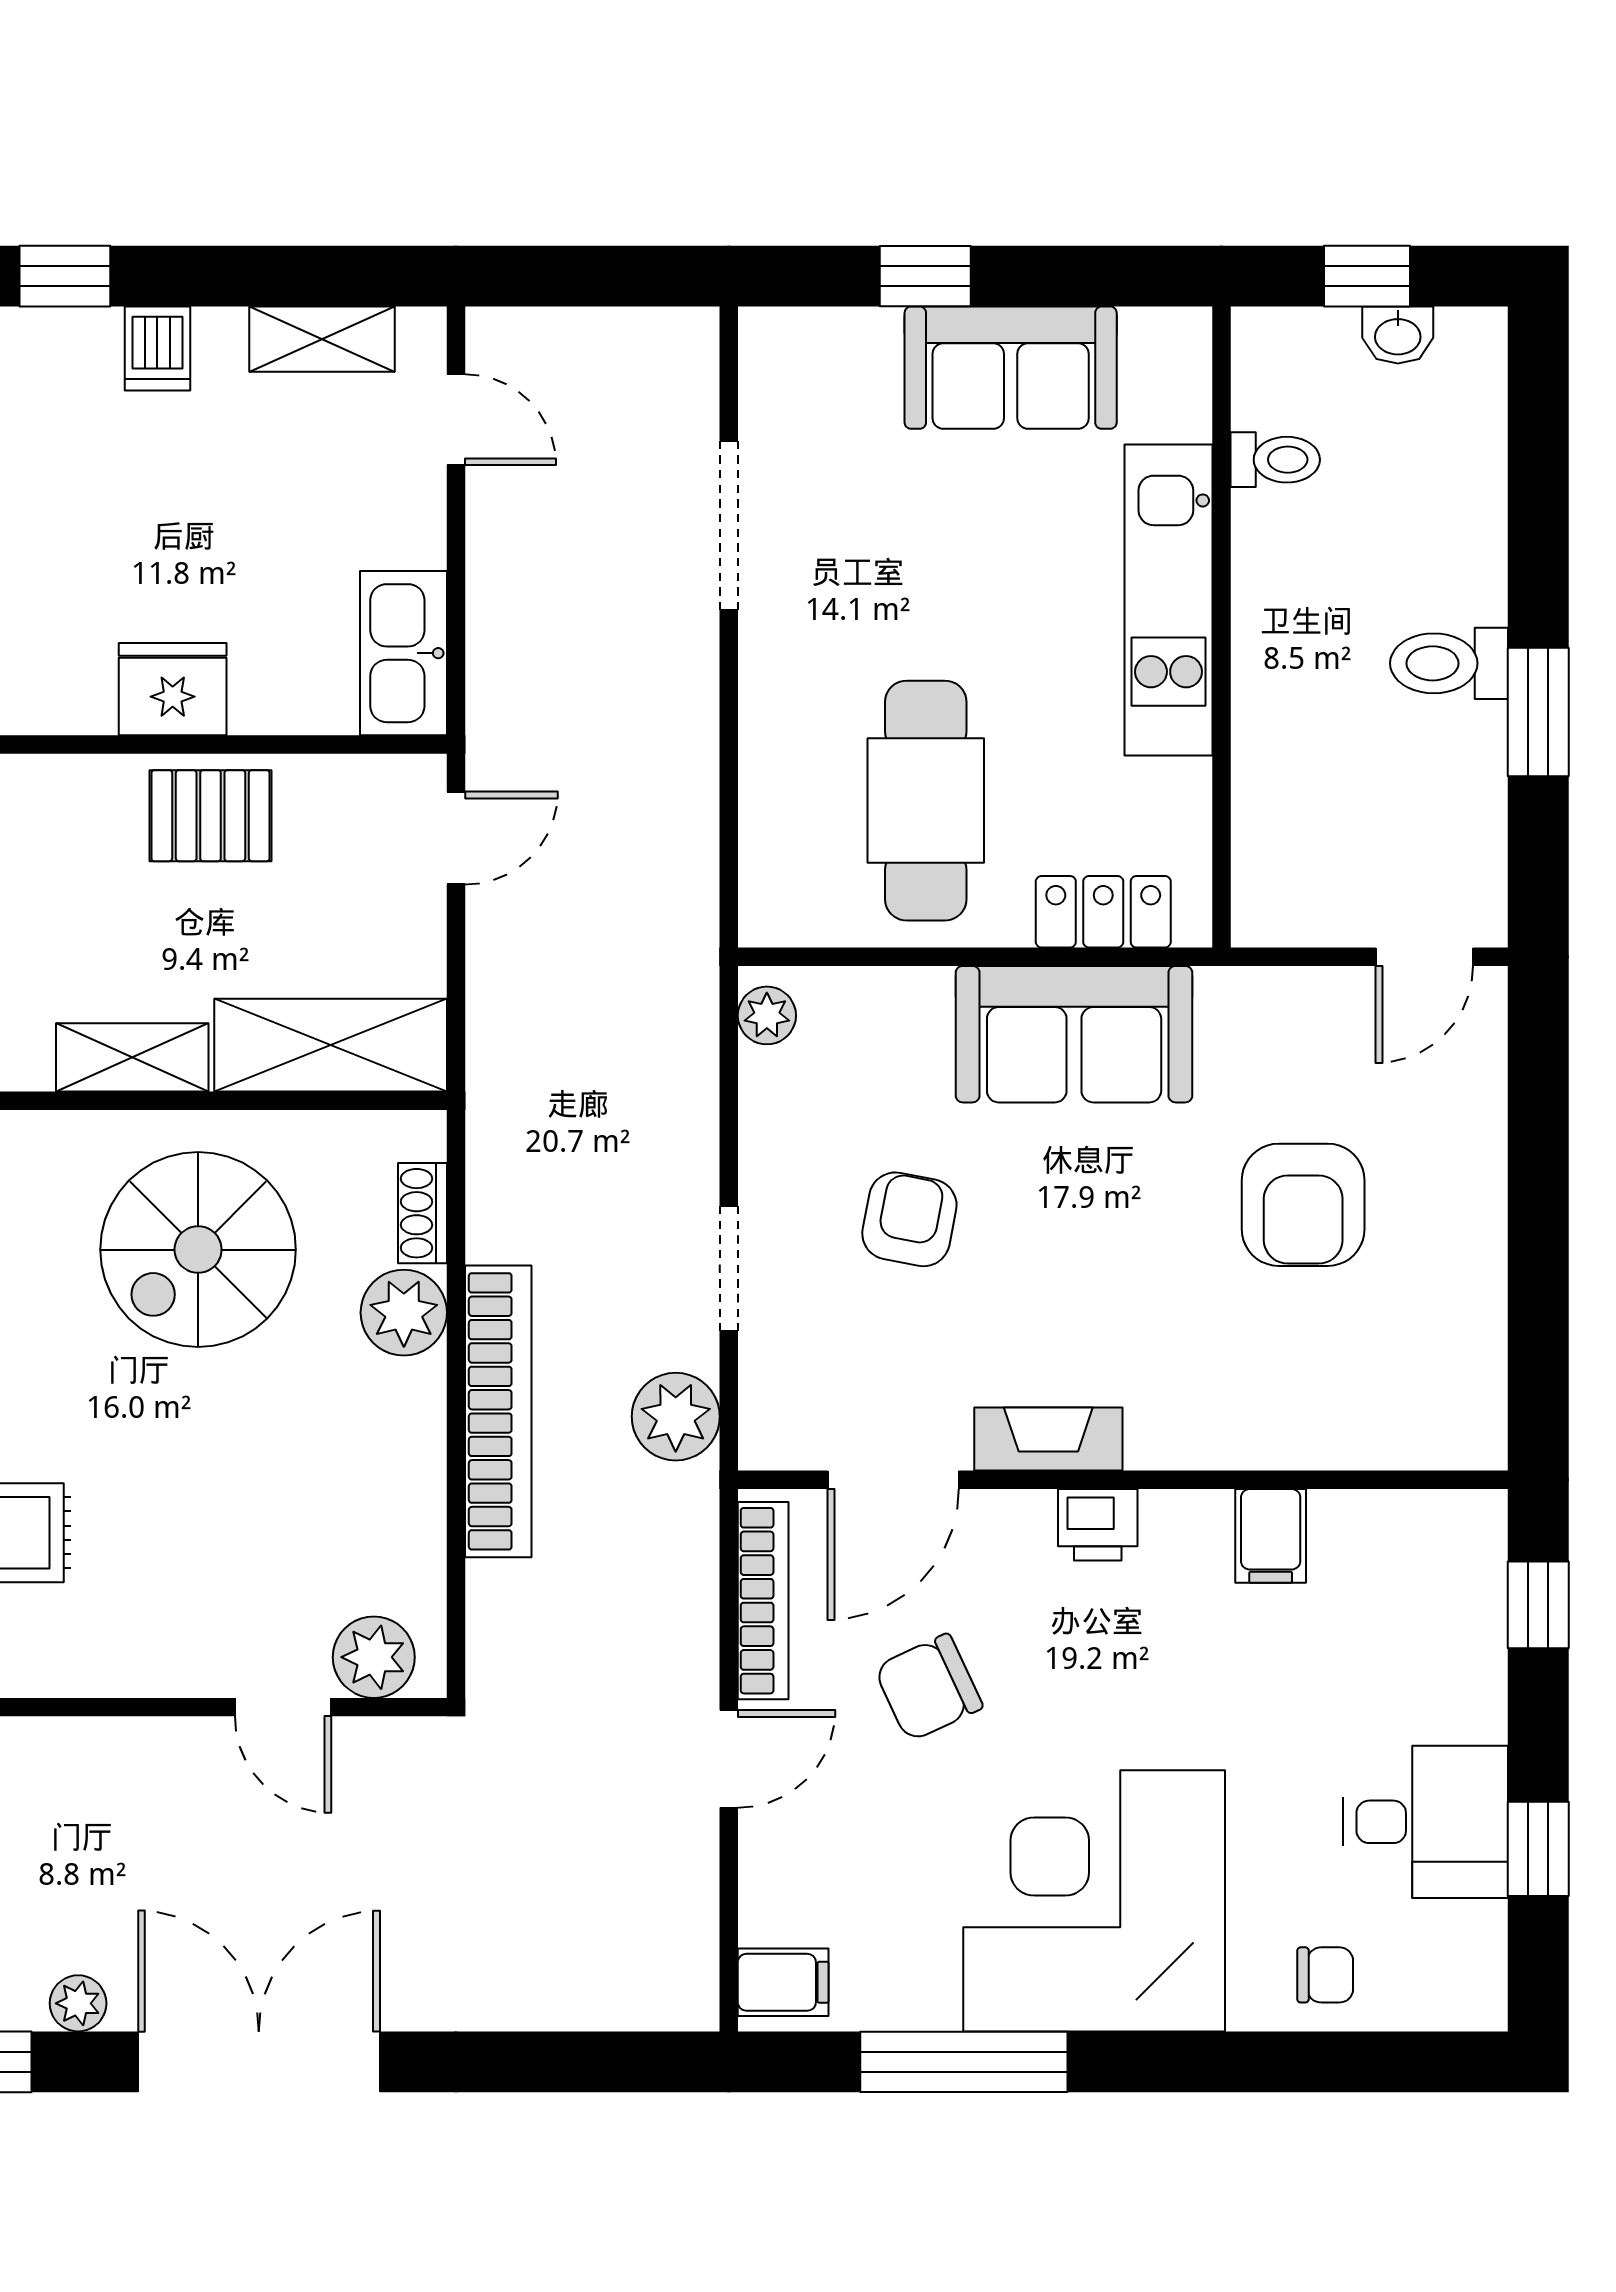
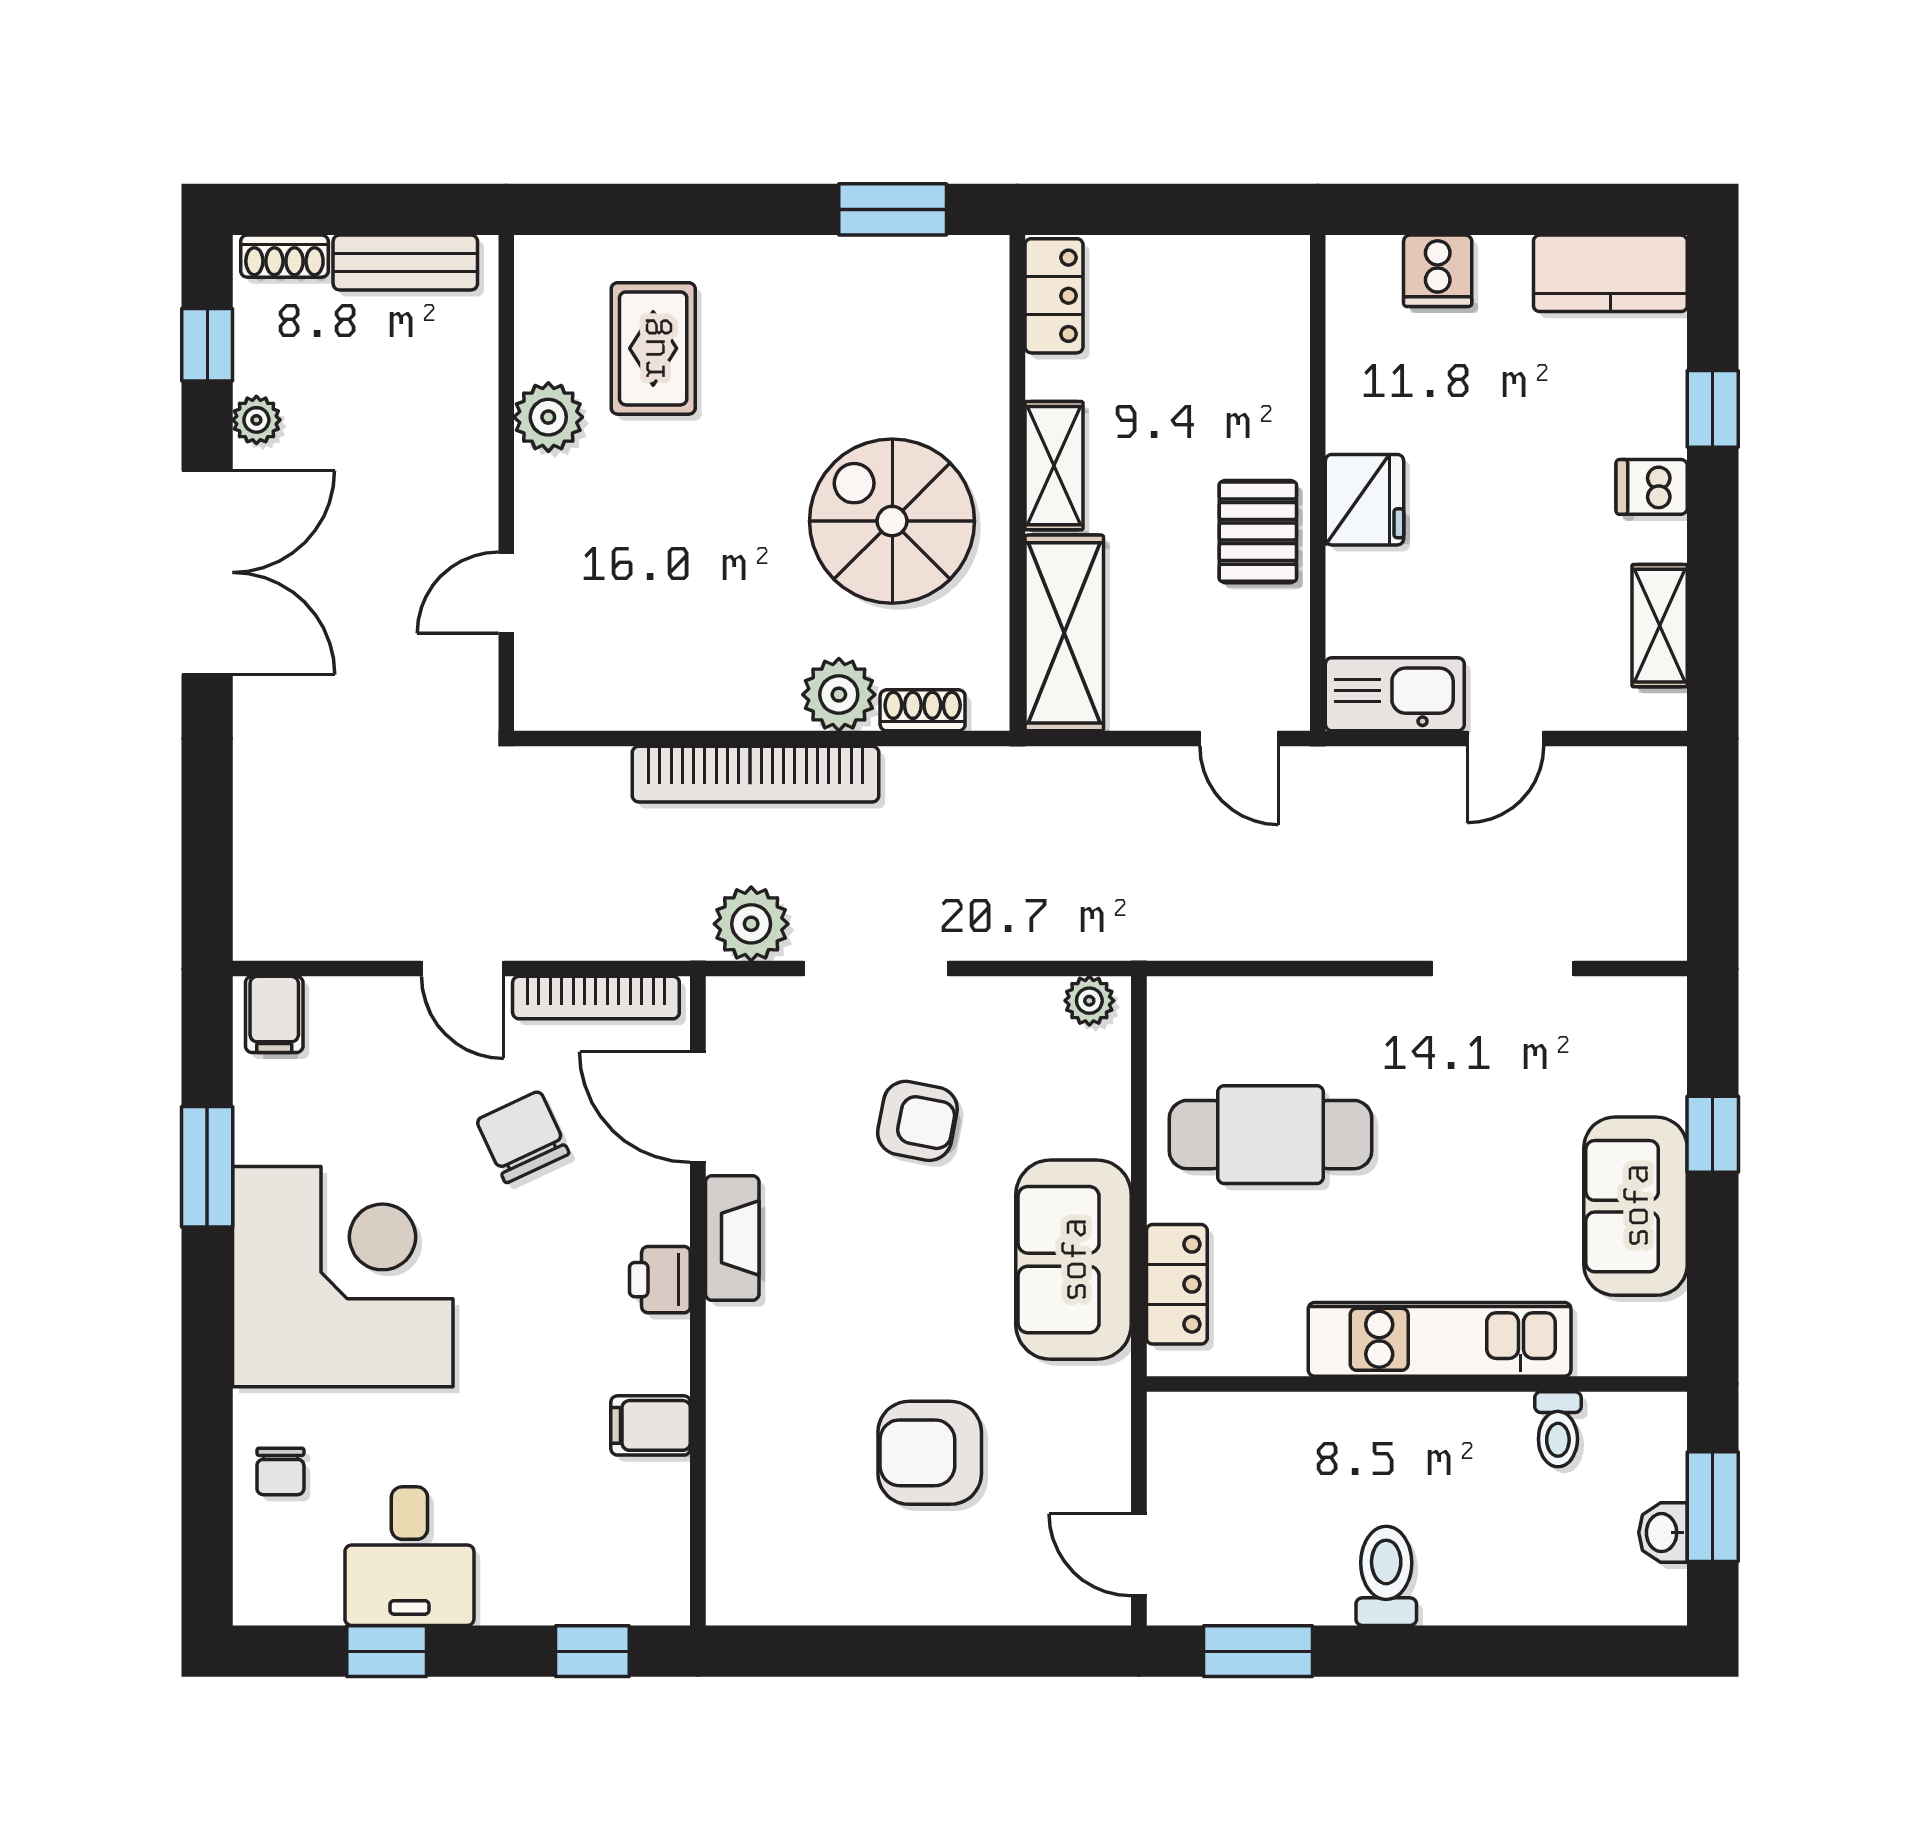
window: (1367, 276) -> (1713, 1507), width x1.50
door: (456, 420) -> (1505, 739), moved
window: (1538, 712) -> (1258, 1651), moved
doorway: (729, 1269) -> (876, 969), width x1.38
plant: (374, 1657) -> (548, 417), moved
window: (964, 2062) -> (207, 1167), width x0.69

